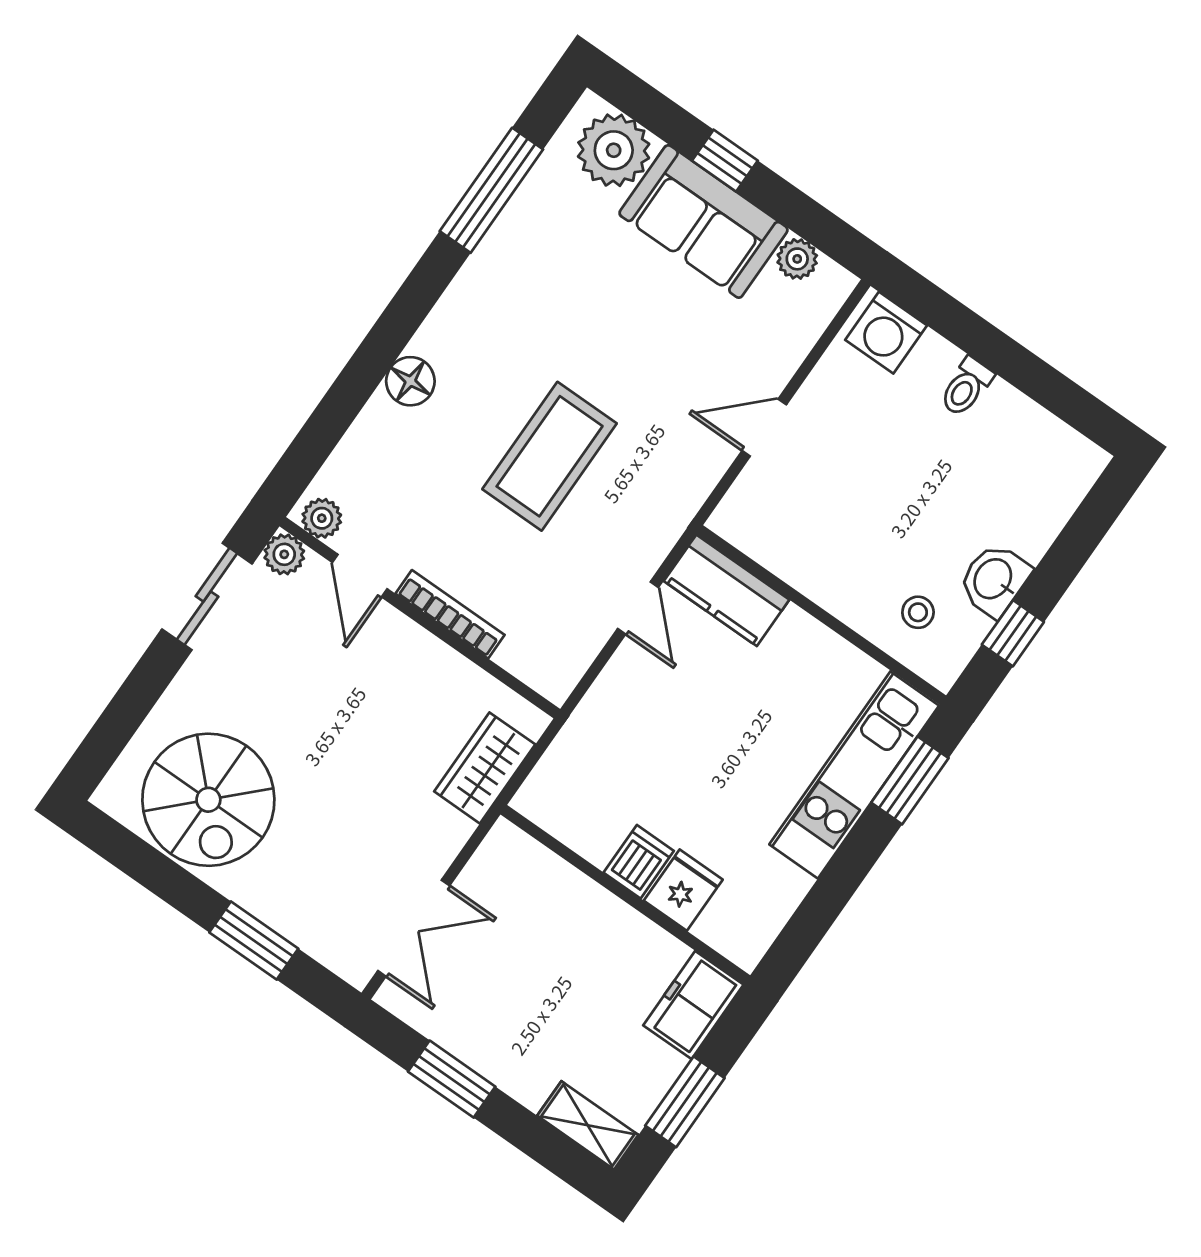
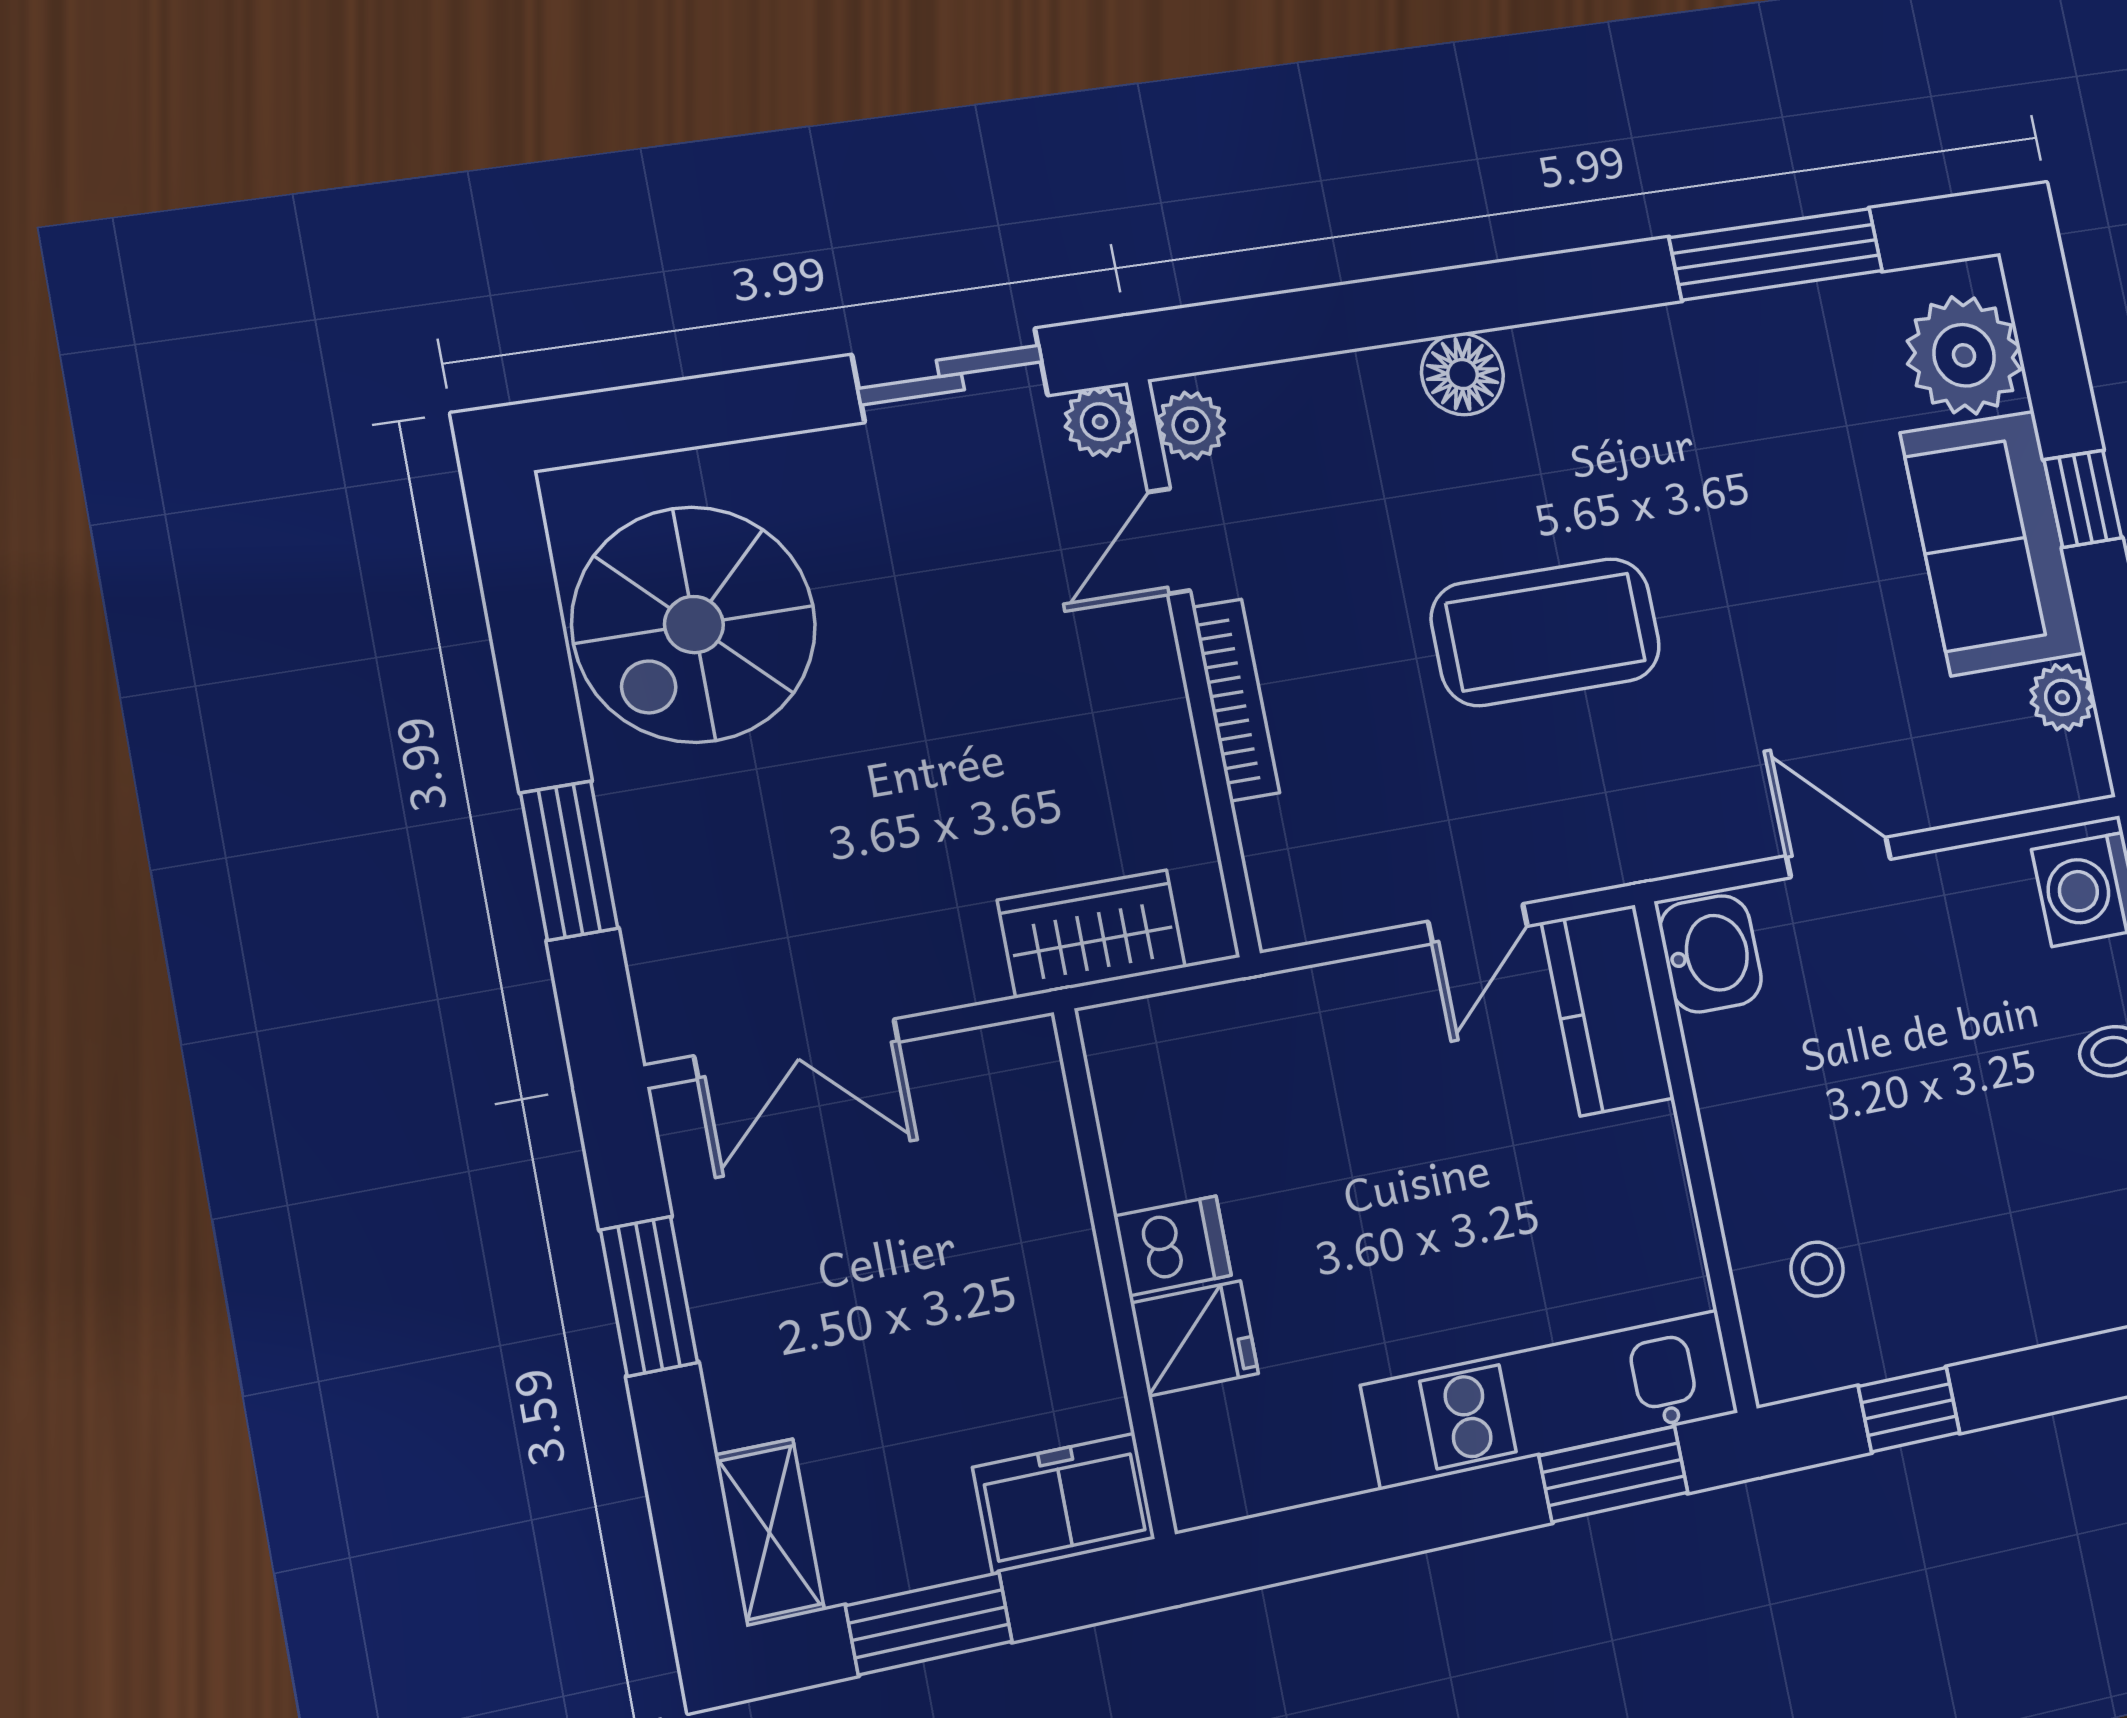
washbasin: (994, 580) -> (1711, 954), moved, turned 90

